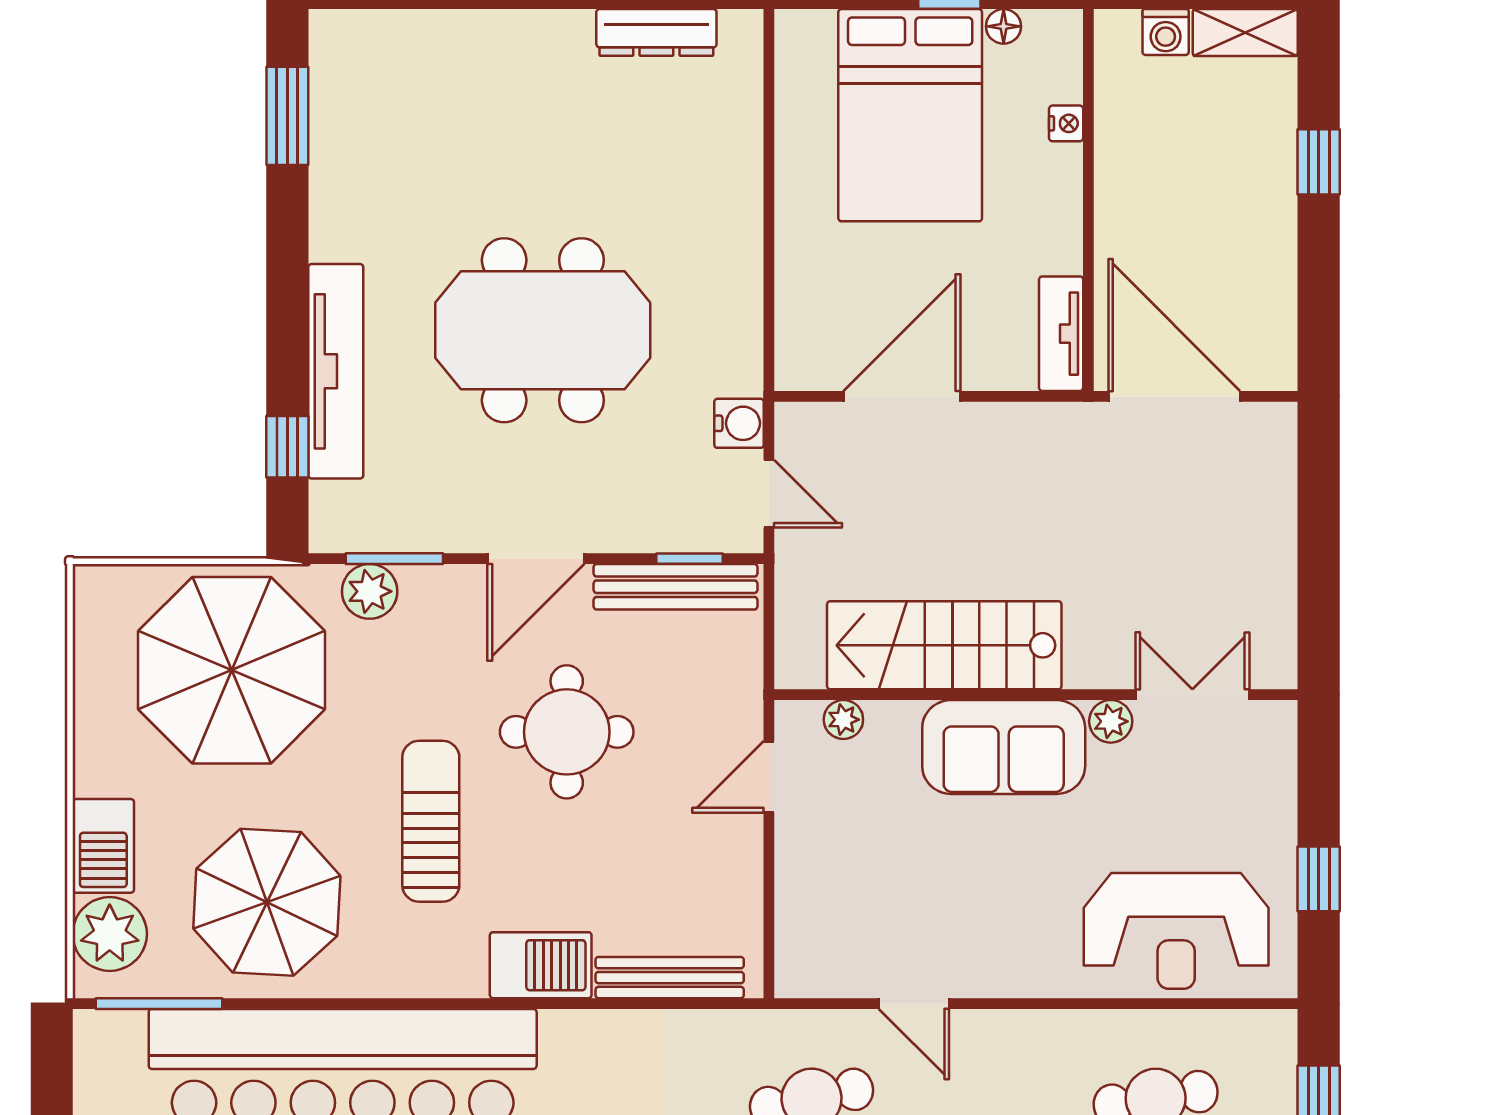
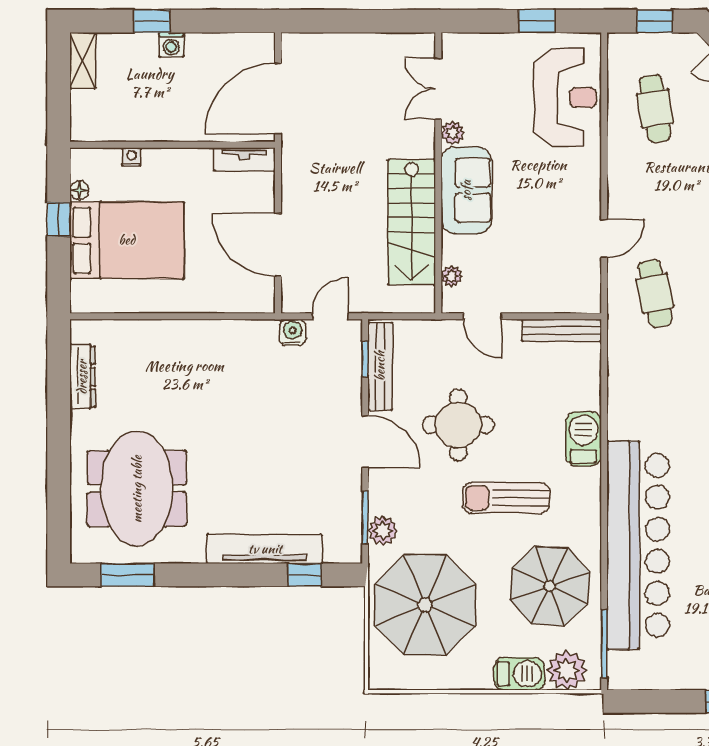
washing machine: (1166, 32) -> (171, 45), moved, turned 90
meeting table: (543, 330) -> (137, 489), moved
bench: (670, 978) -> (562, 330), moved, turned 90

